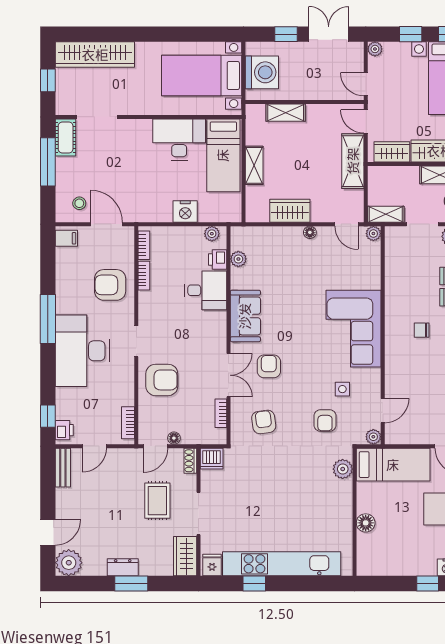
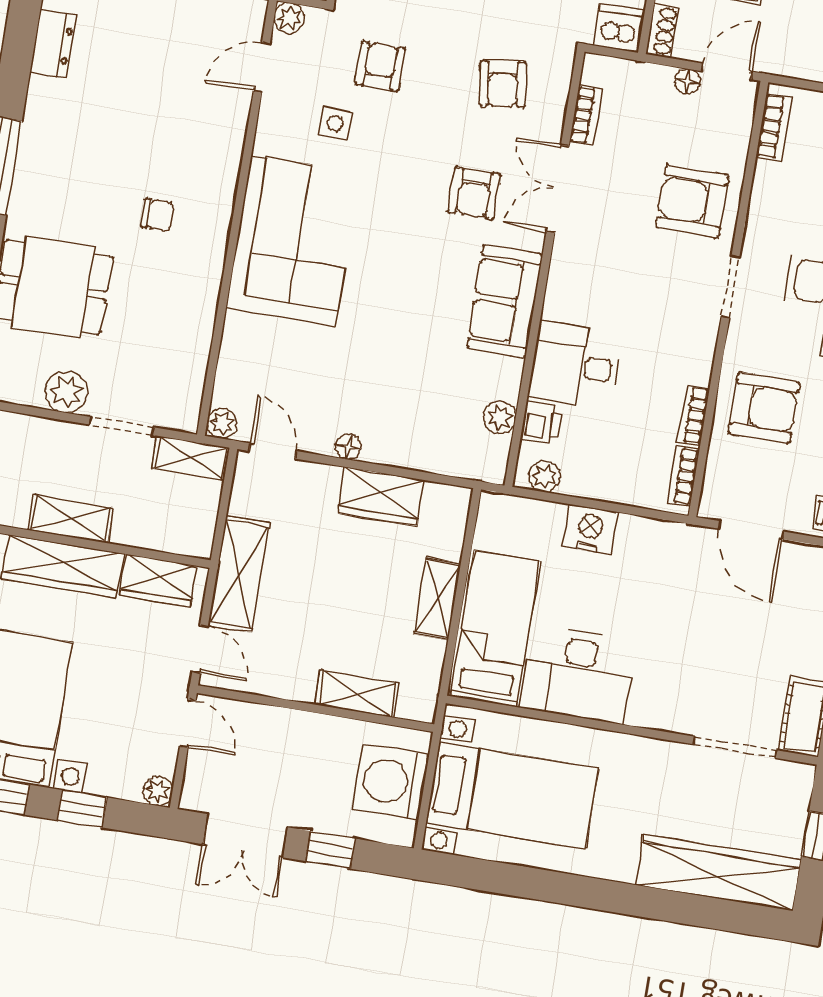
stool: (79, 203) -> (798, 581), removed

